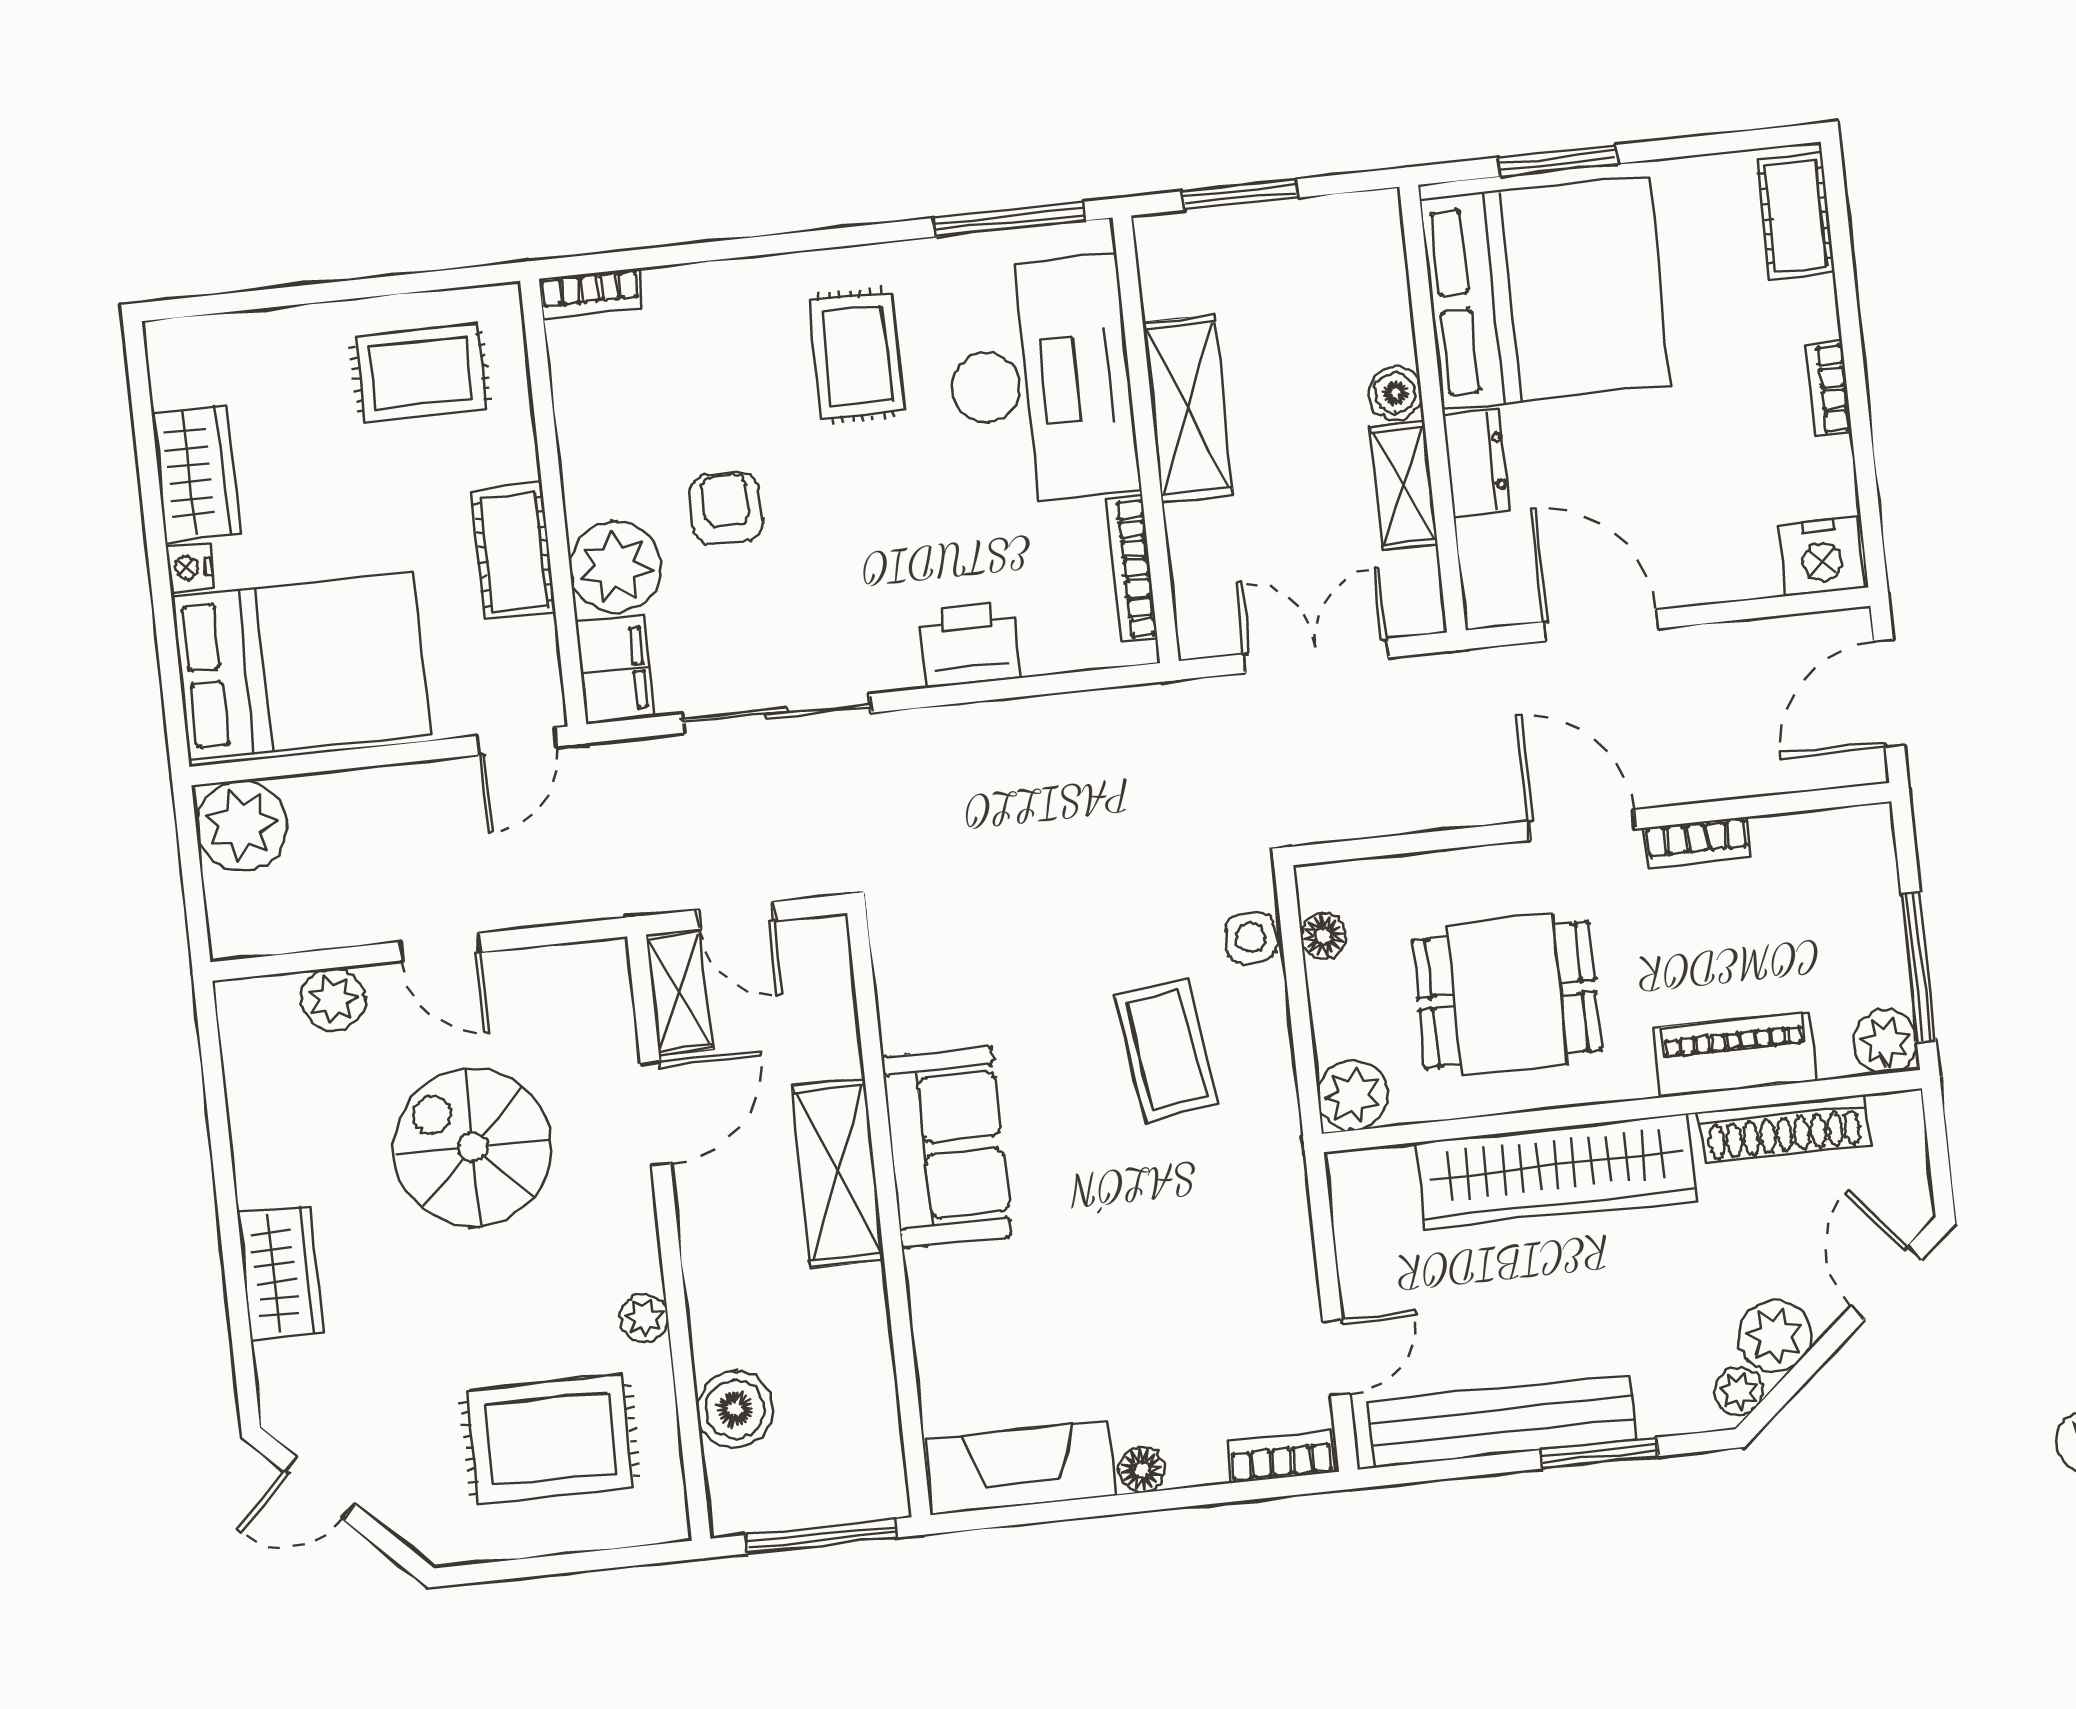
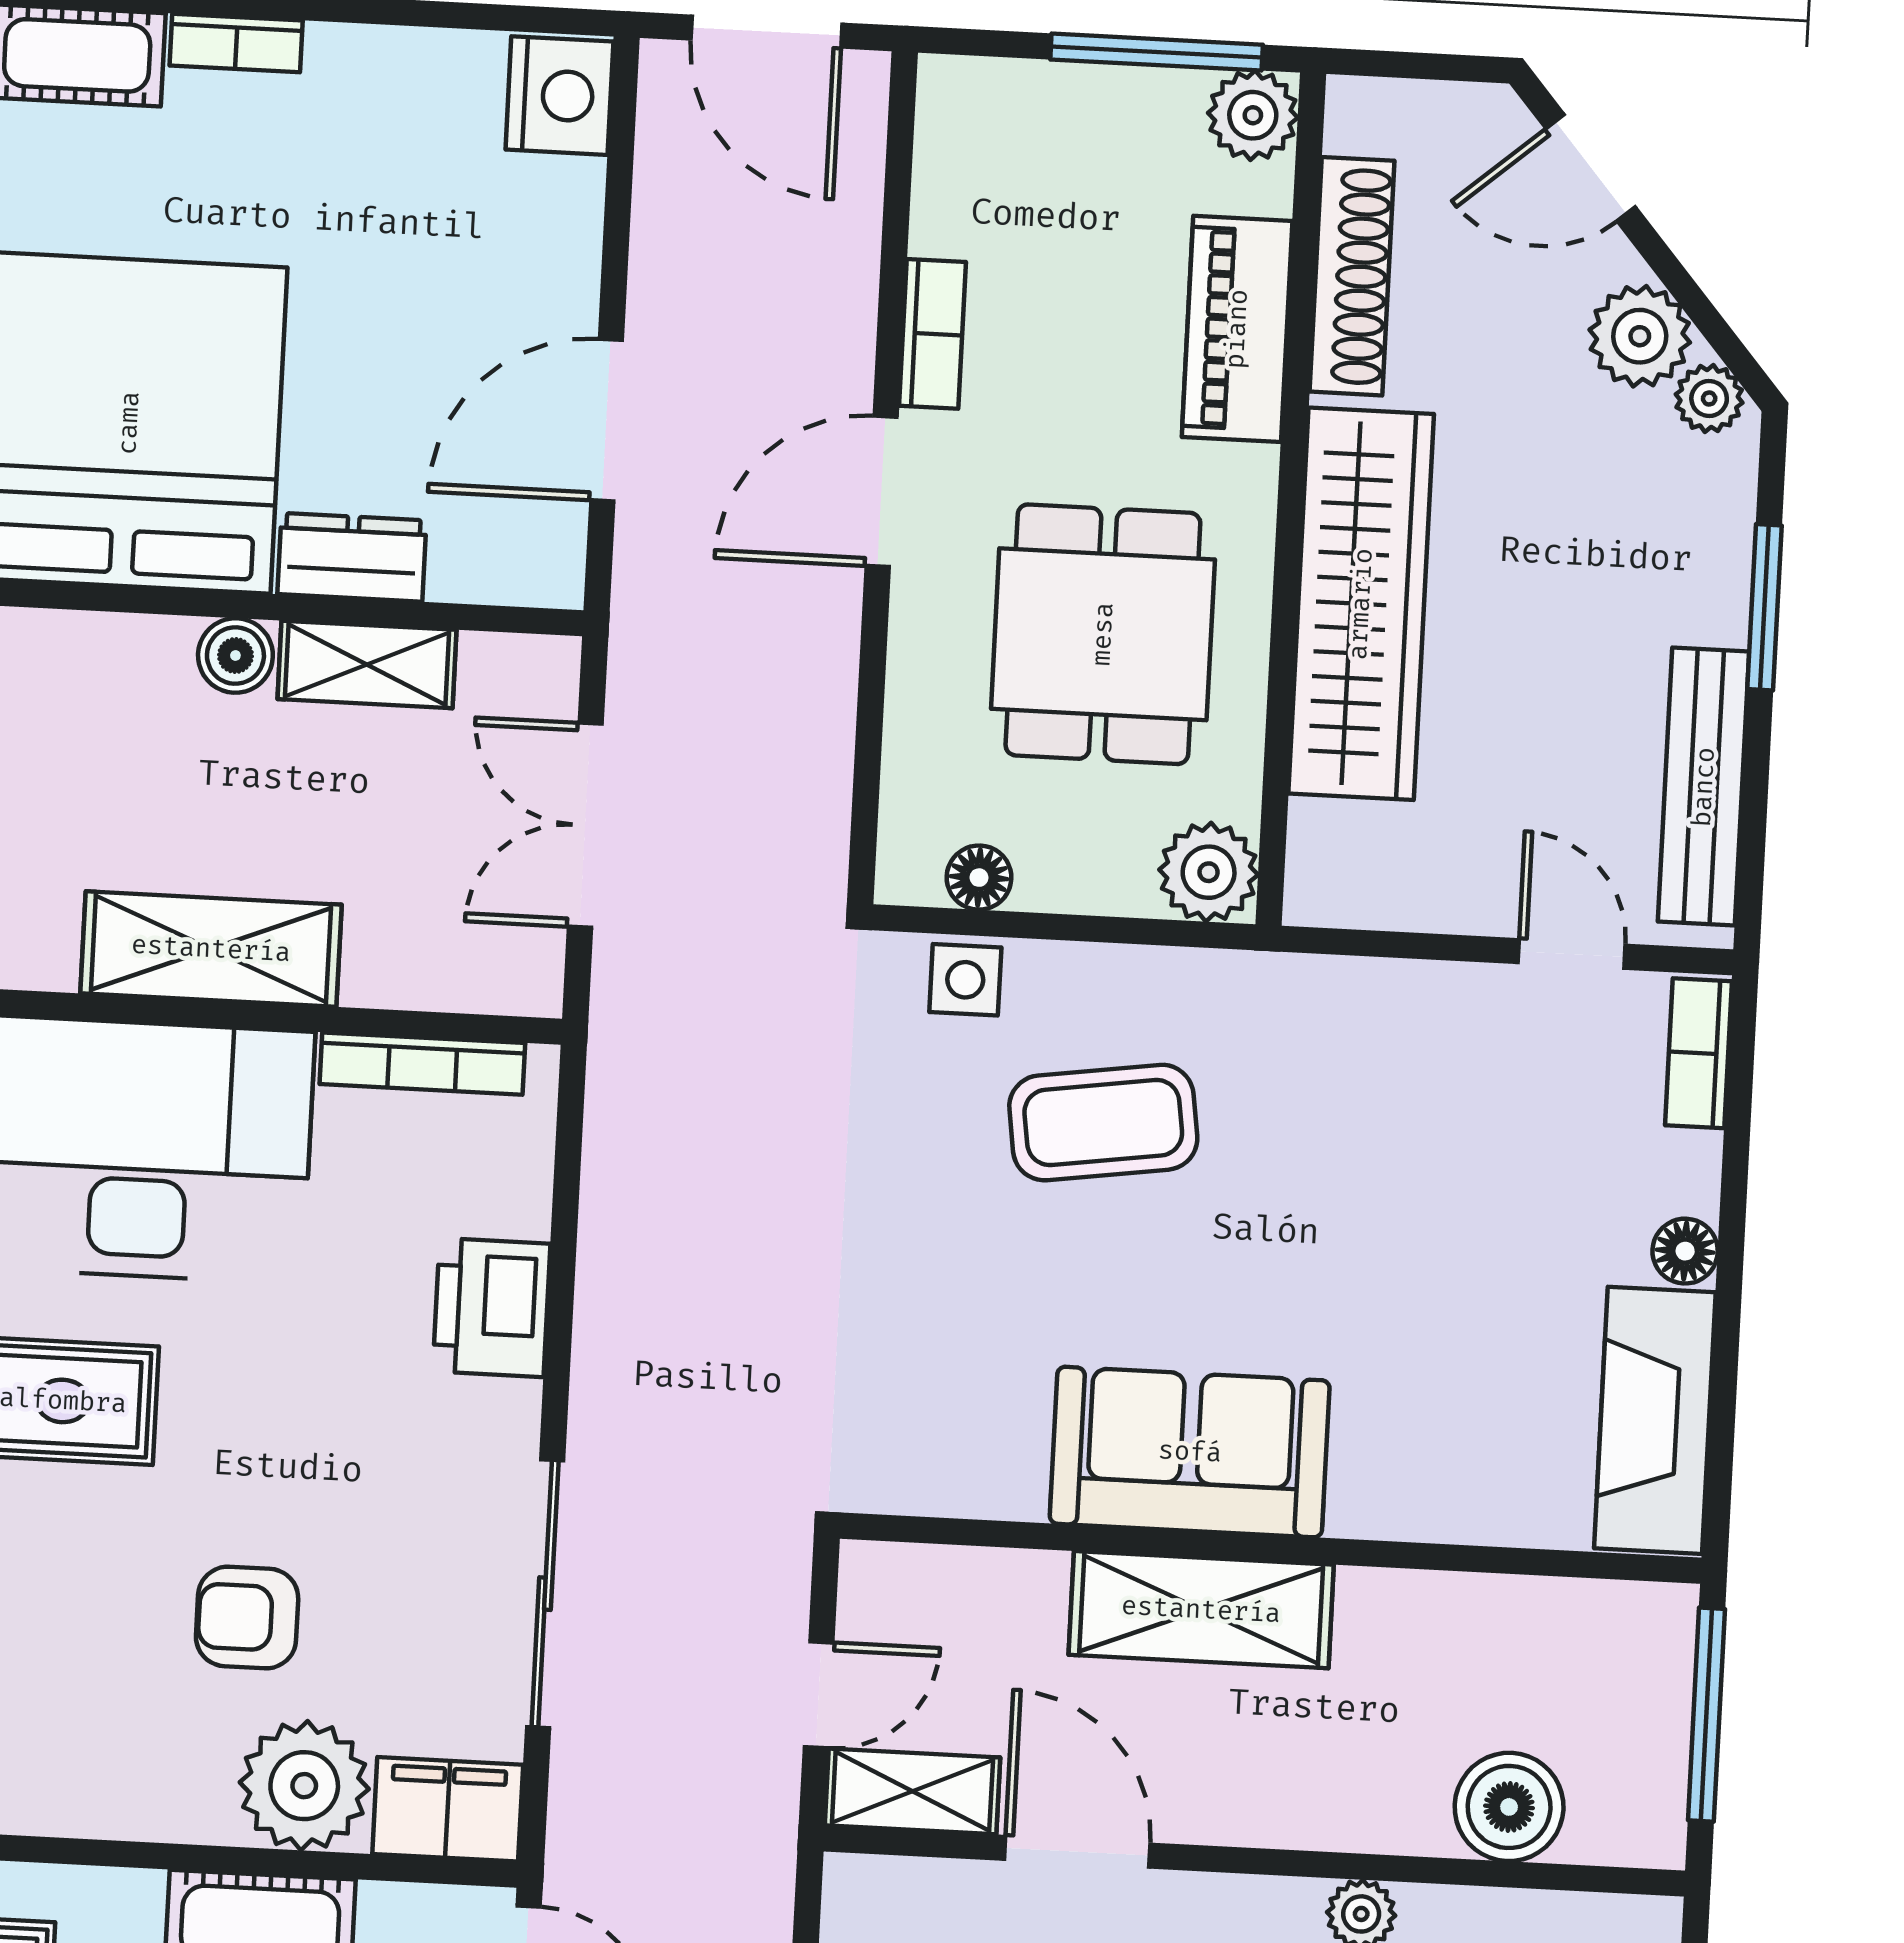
bookcase: (1829, 389) -> (236, 43), moved
bench: (1502, 1421) -> (1704, 787), width x0.73, depth x0.82

